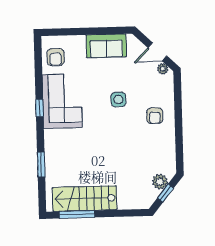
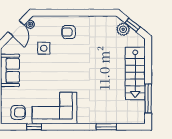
side table: (118, 100) -> (44, 48), moved
window: (40, 108) -> (34, 127), moved
armchair: (155, 116) -> (69, 32), turned 180
stairs: (85, 199) -> (135, 73), moved

